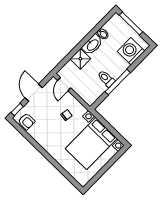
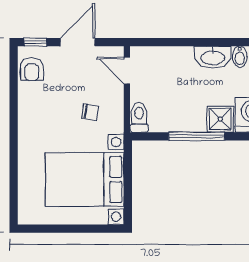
shower: (80, 59) -> (220, 119), moved
toilet: (106, 79) -> (139, 117), moved
door: (64, 84) -> (127, 70), hinge flipped

